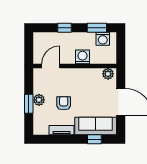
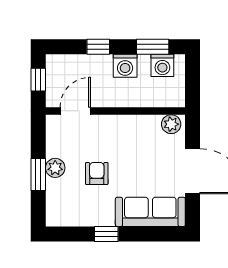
window: (29, 47) -> (38, 80), added
washing machine: (82, 57) -> (125, 66), moved, turned 180
tv unit: (62, 130) -> (93, 219), removed
window: (94, 139) -> (106, 234), moved

